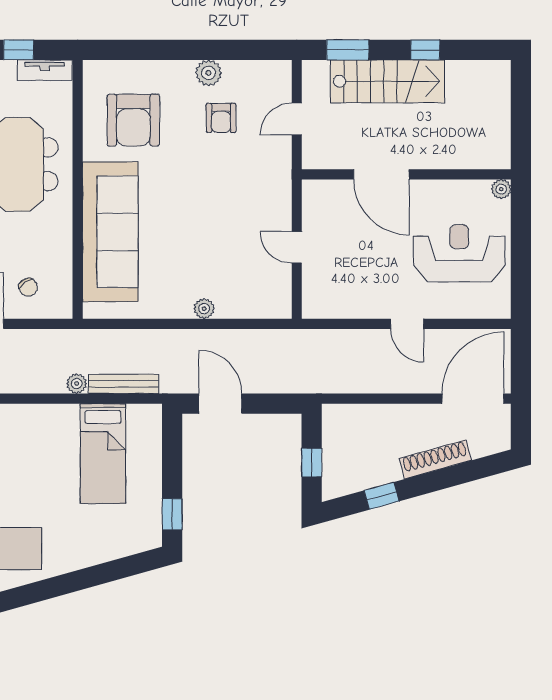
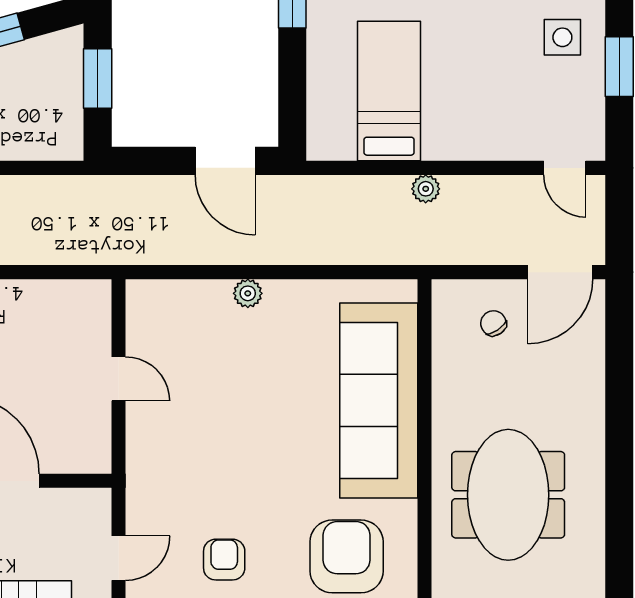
bench: (124, 384) -> (360, 188), removed
window: (312, 463) -> (98, 79), width x1.50

